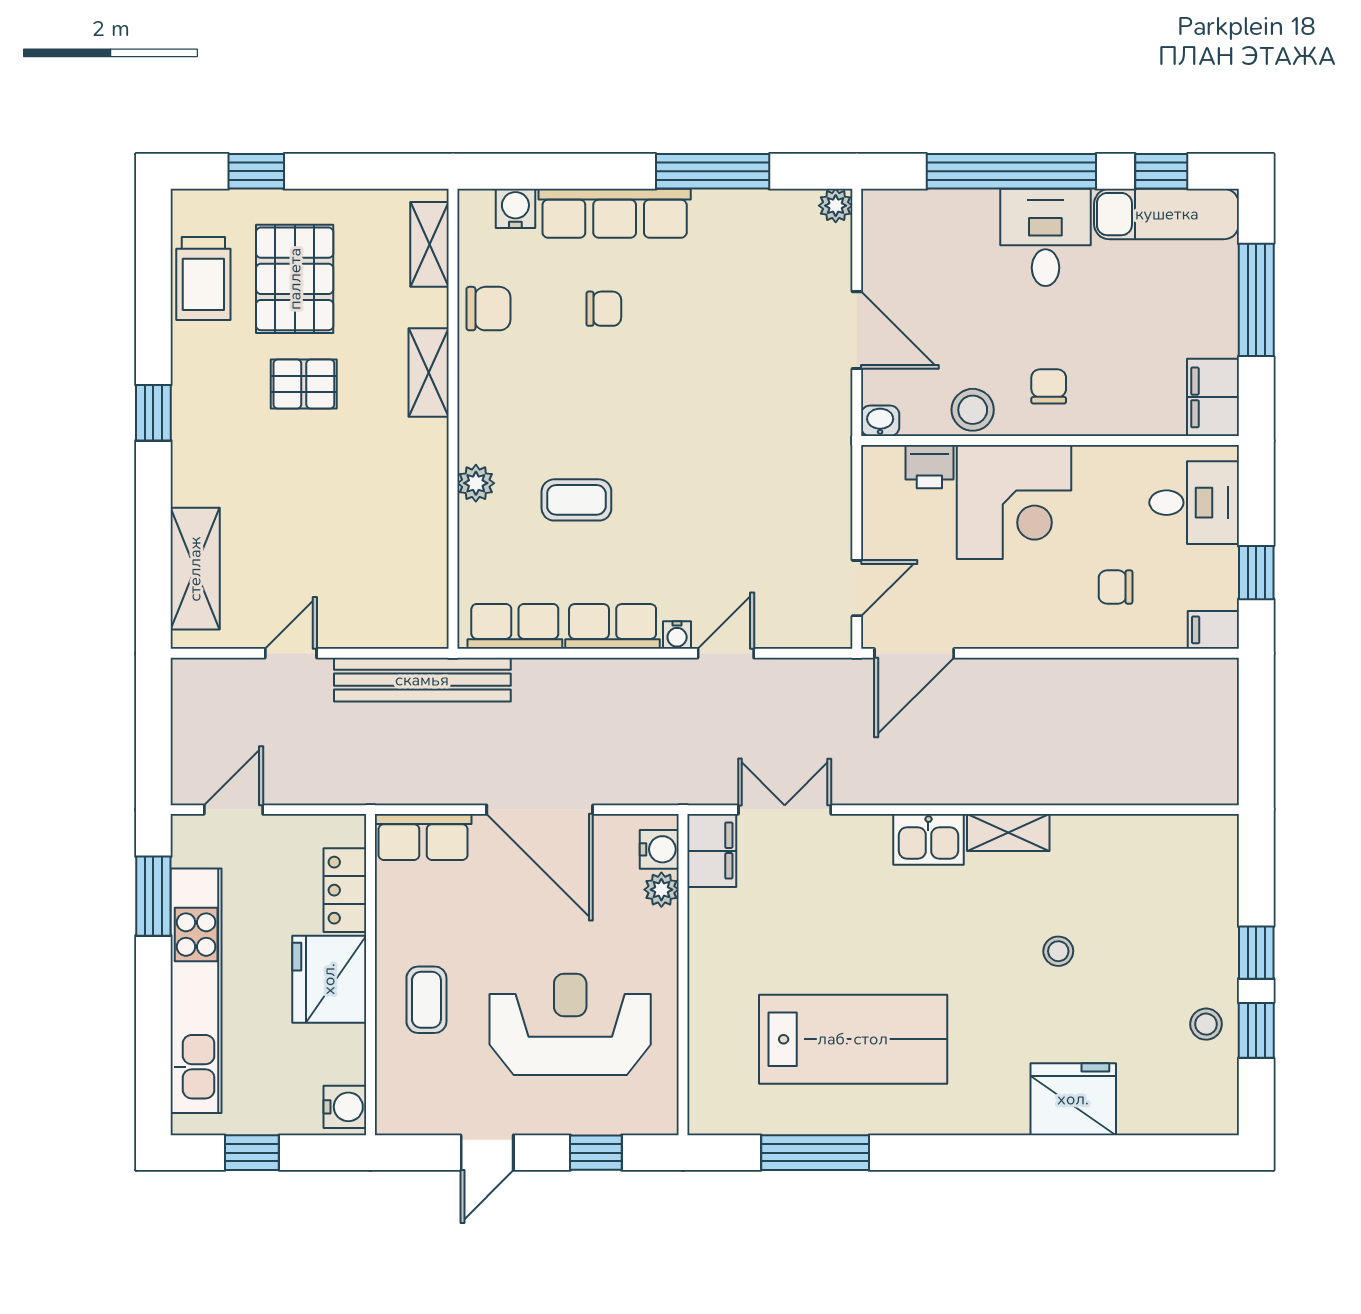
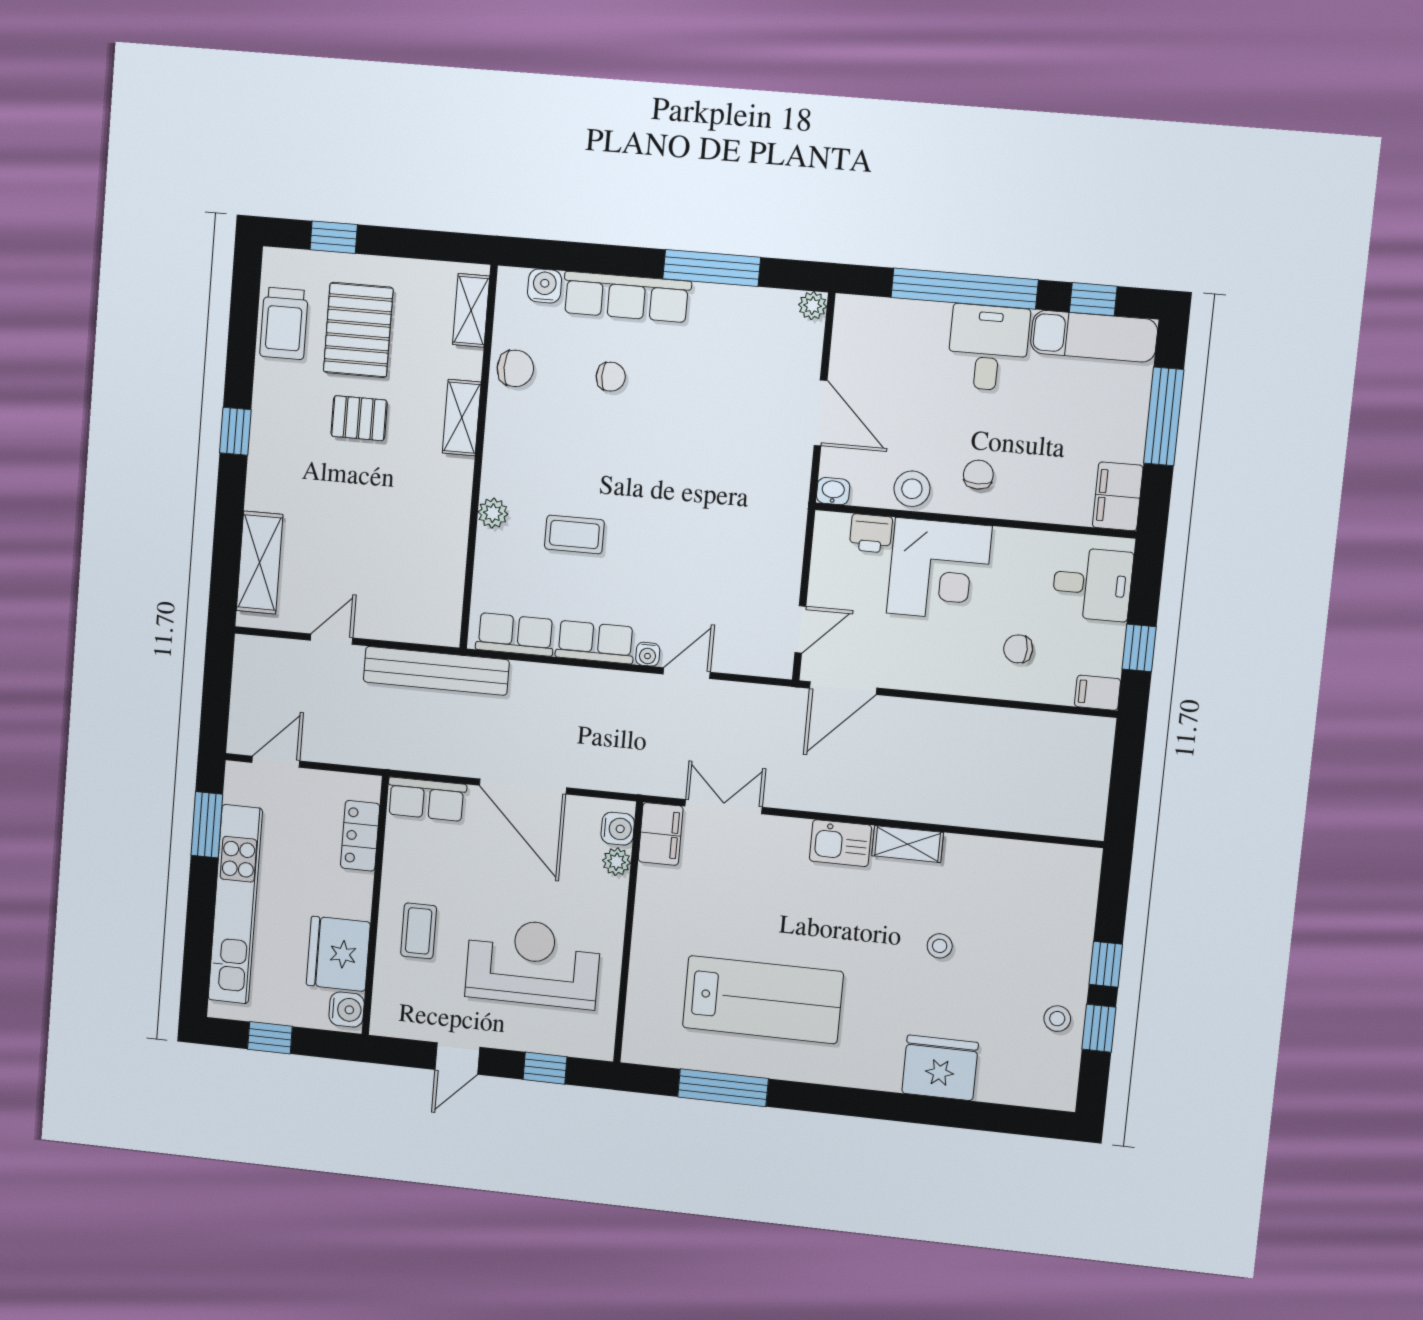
fridge: (329, 979) -> (338, 954), moved

